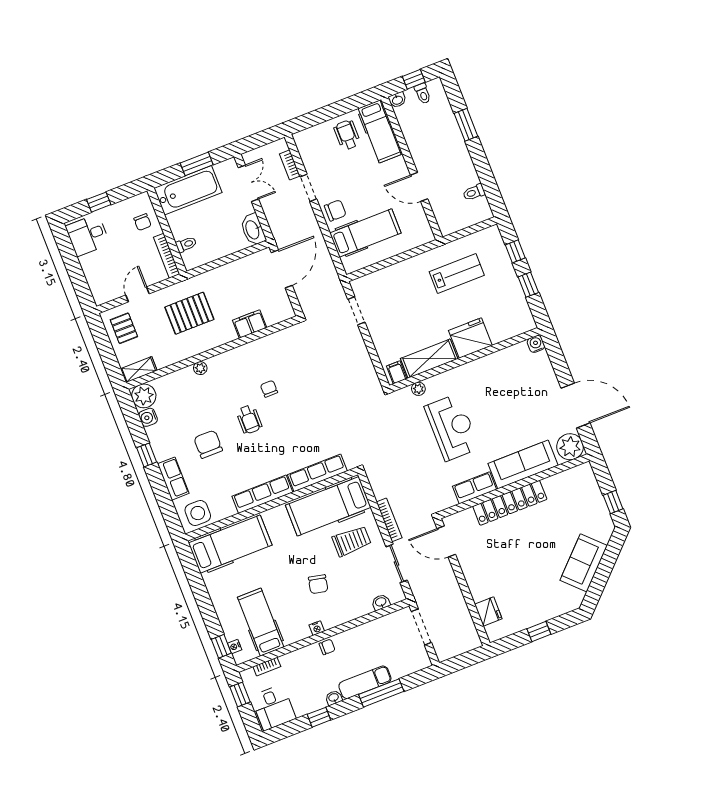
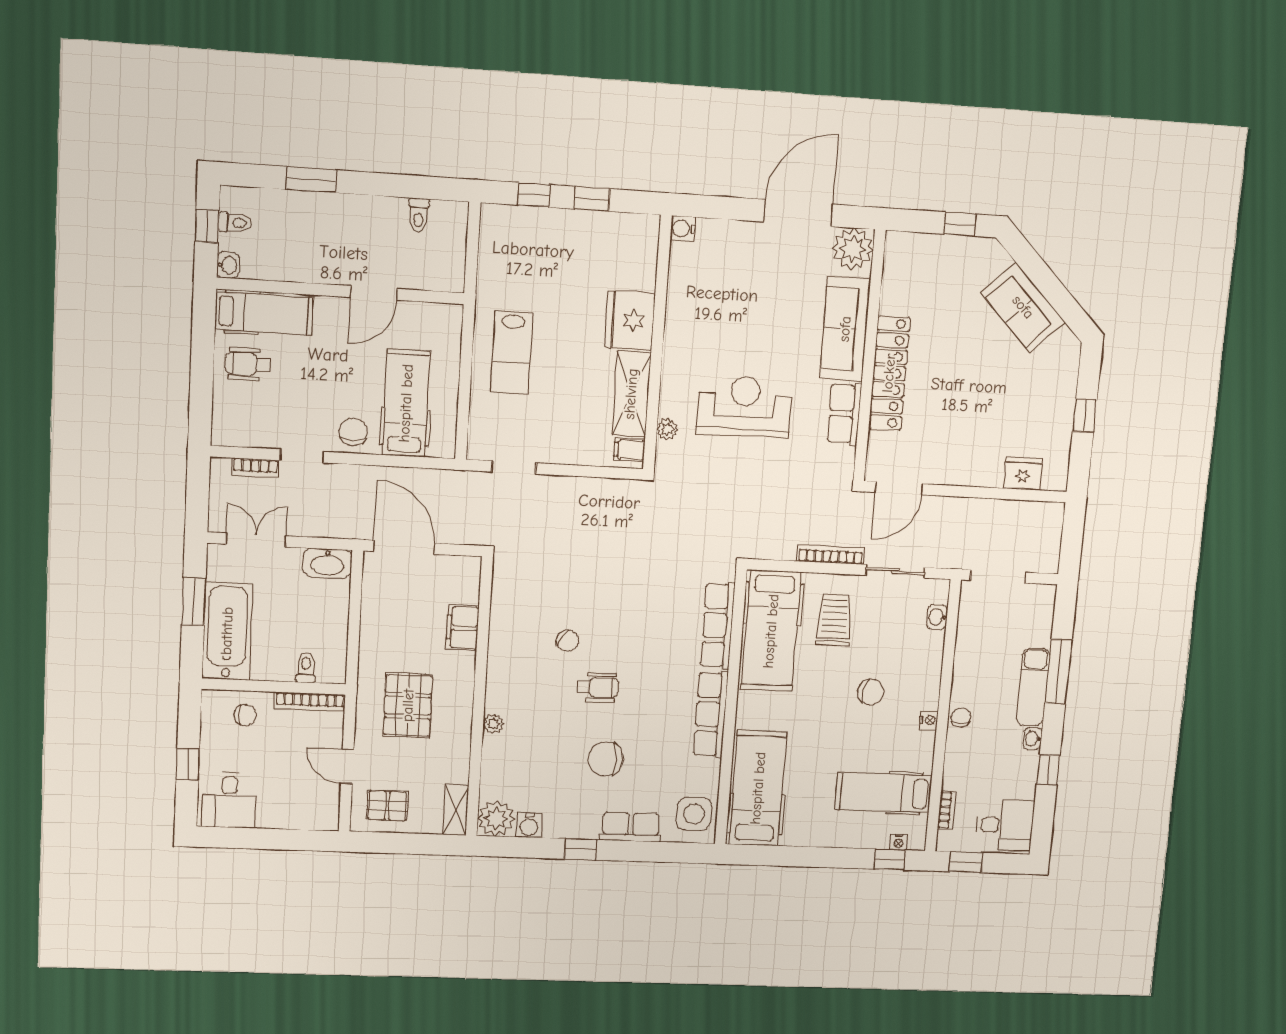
lab bench: (457, 273) -> (511, 352), moved, turned 180
chair: (269, 389) -> (568, 641), turned -144

